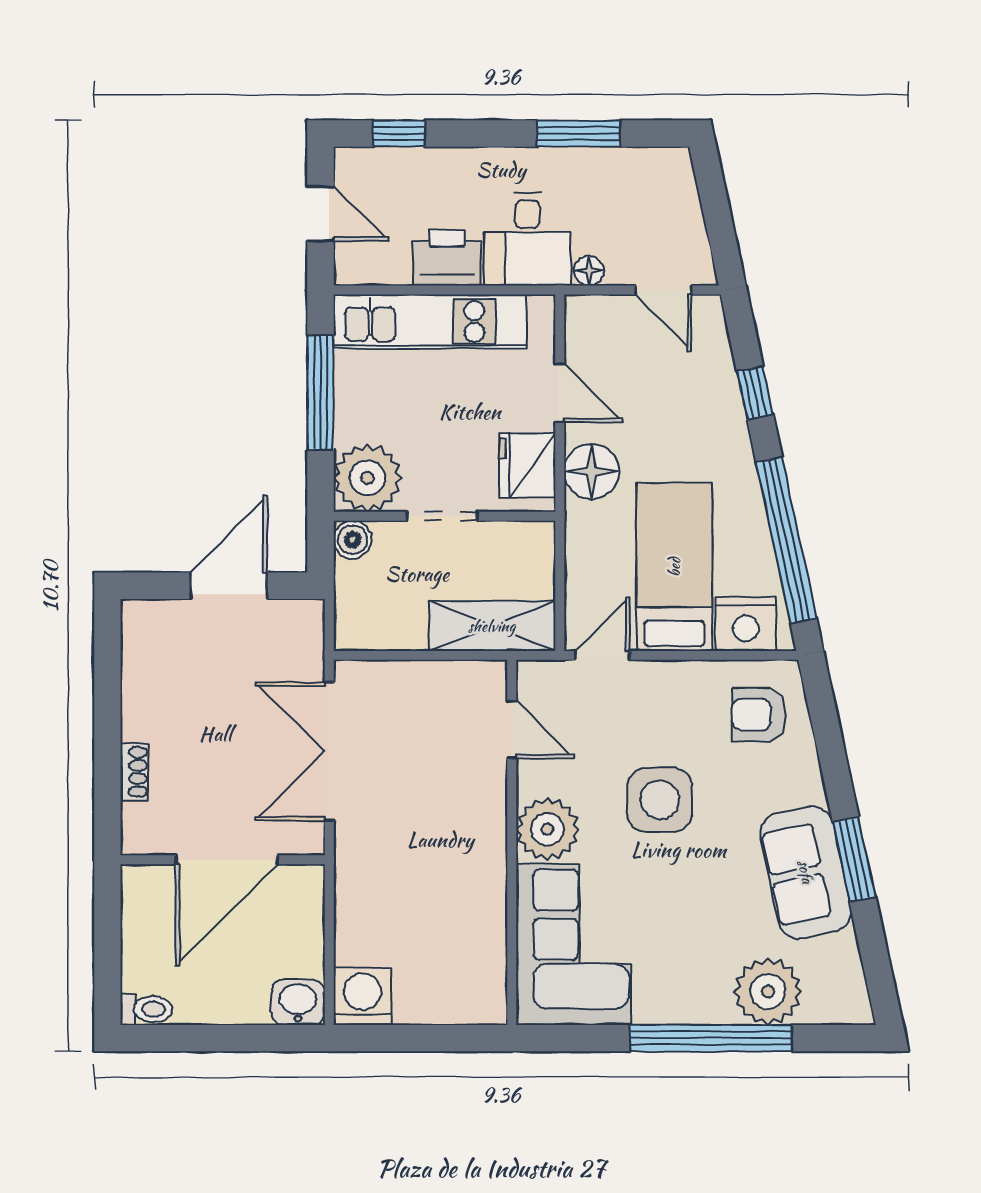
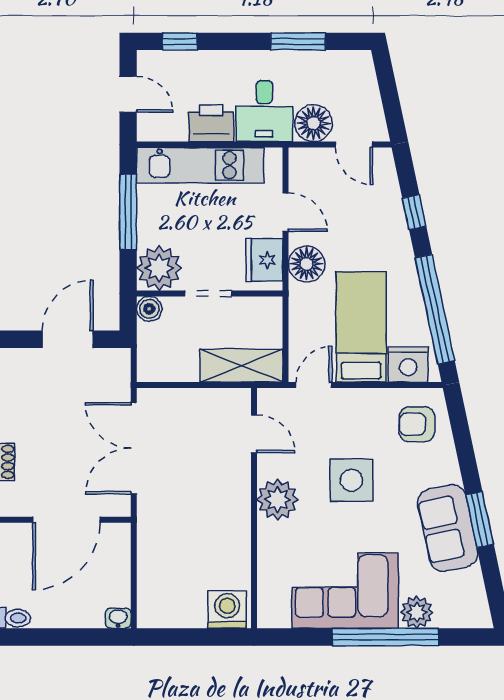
floor lamp: (589, 271) -> (314, 123), width x1.89, depth x1.89
corner sofa: (574, 944) -> (345, 591), moved, turned -90
plant: (768, 991) -> (417, 612), width x0.73, depth x0.73
washing machine: (362, 996) -> (227, 610), moved
washbasin: (298, 1002) -> (118, 618), width x0.72, depth x0.69

